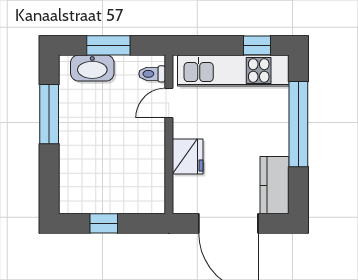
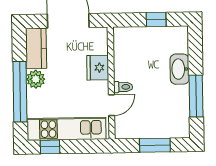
washbasin: (92, 68) -> (180, 69), moved, turned -90
toilet: (152, 74) -> (123, 87), moved
plant: (276, 141) -> (36, 79), added

